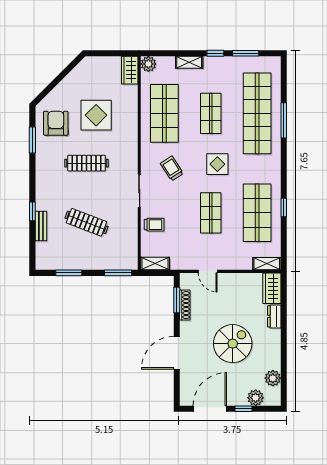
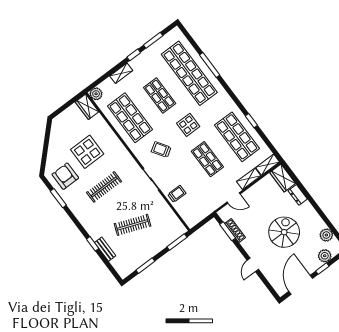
shelving: (155, 264) -> (249, 179), moved
door: (177, 353) -> (253, 265), width x0.53

